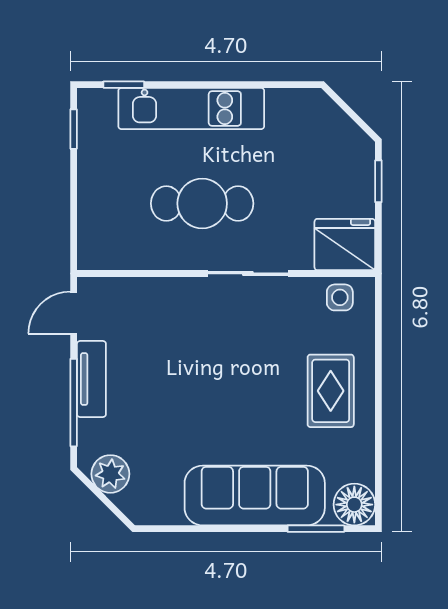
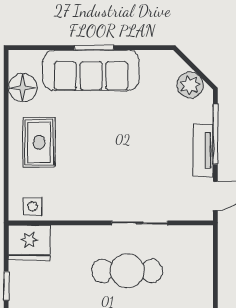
sliding door: (248, 273) -> (140, 223), moved
floor lamp: (354, 505) -> (23, 88), moved
window: (316, 529) -> (94, 48), moved

